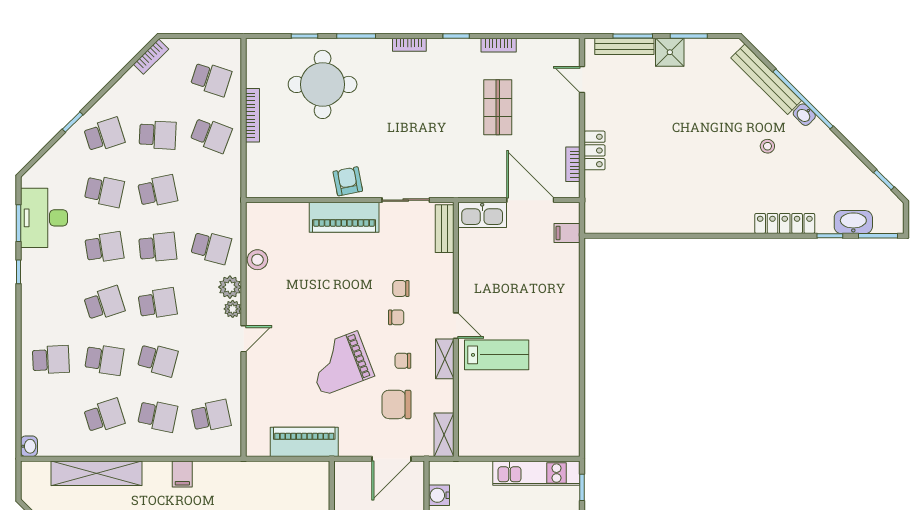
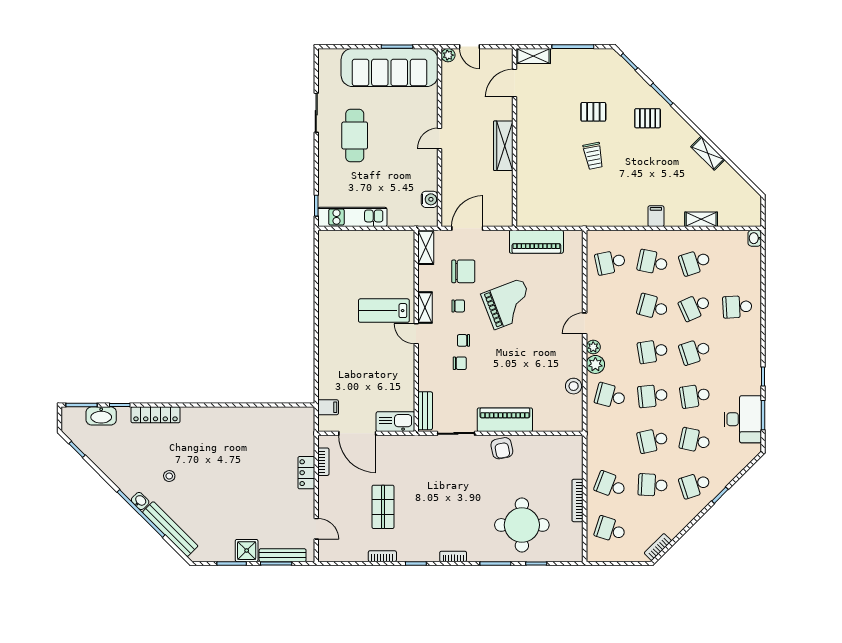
school desk: (104, 360) -> (695, 307), turned -33
shelving: (96, 473) -> (701, 219), width x0.45, depth x0.75
filing cabinet: (182, 474) -> (656, 216), moved

